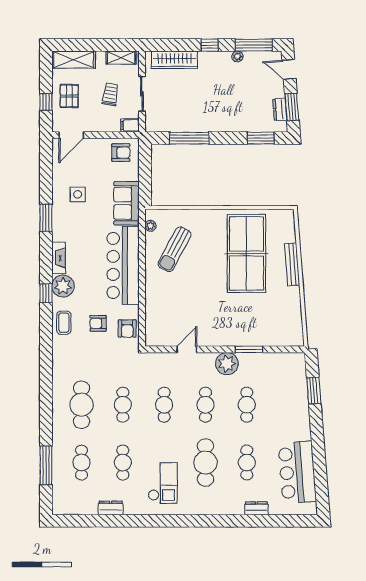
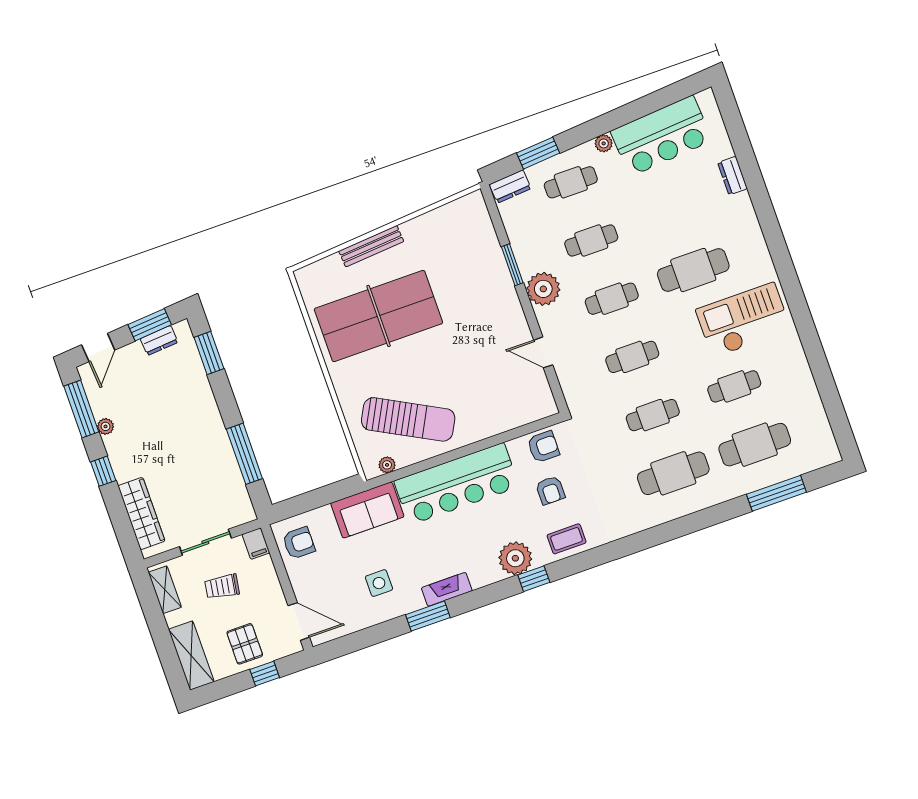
pallet: (69, 96) -> (245, 644), turned 90
armchair: (121, 153) -> (299, 543), turned 90
sun lounger: (174, 249) -> (408, 419), width x1.36, depth x1.34
fireplace: (59, 258) -> (447, 589), moved
plant: (305, 434) -> (604, 143), added
cafe table: (81, 463) -> (755, 445), width x1.37, depth x1.35
cafe table: (247, 463) -> (571, 182), moved
checkout: (163, 483) -> (743, 320), width x1.36, depth x1.21
dresser: (111, 508) -> (510, 186), moved, turned -94

